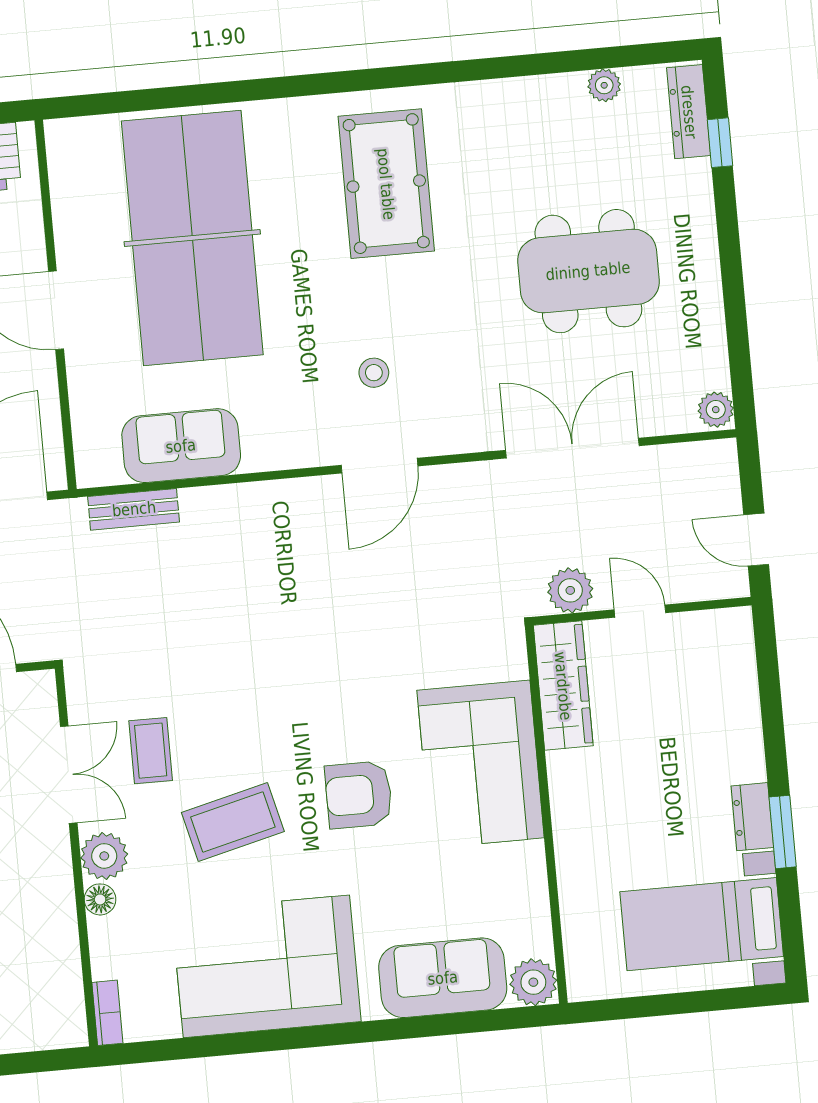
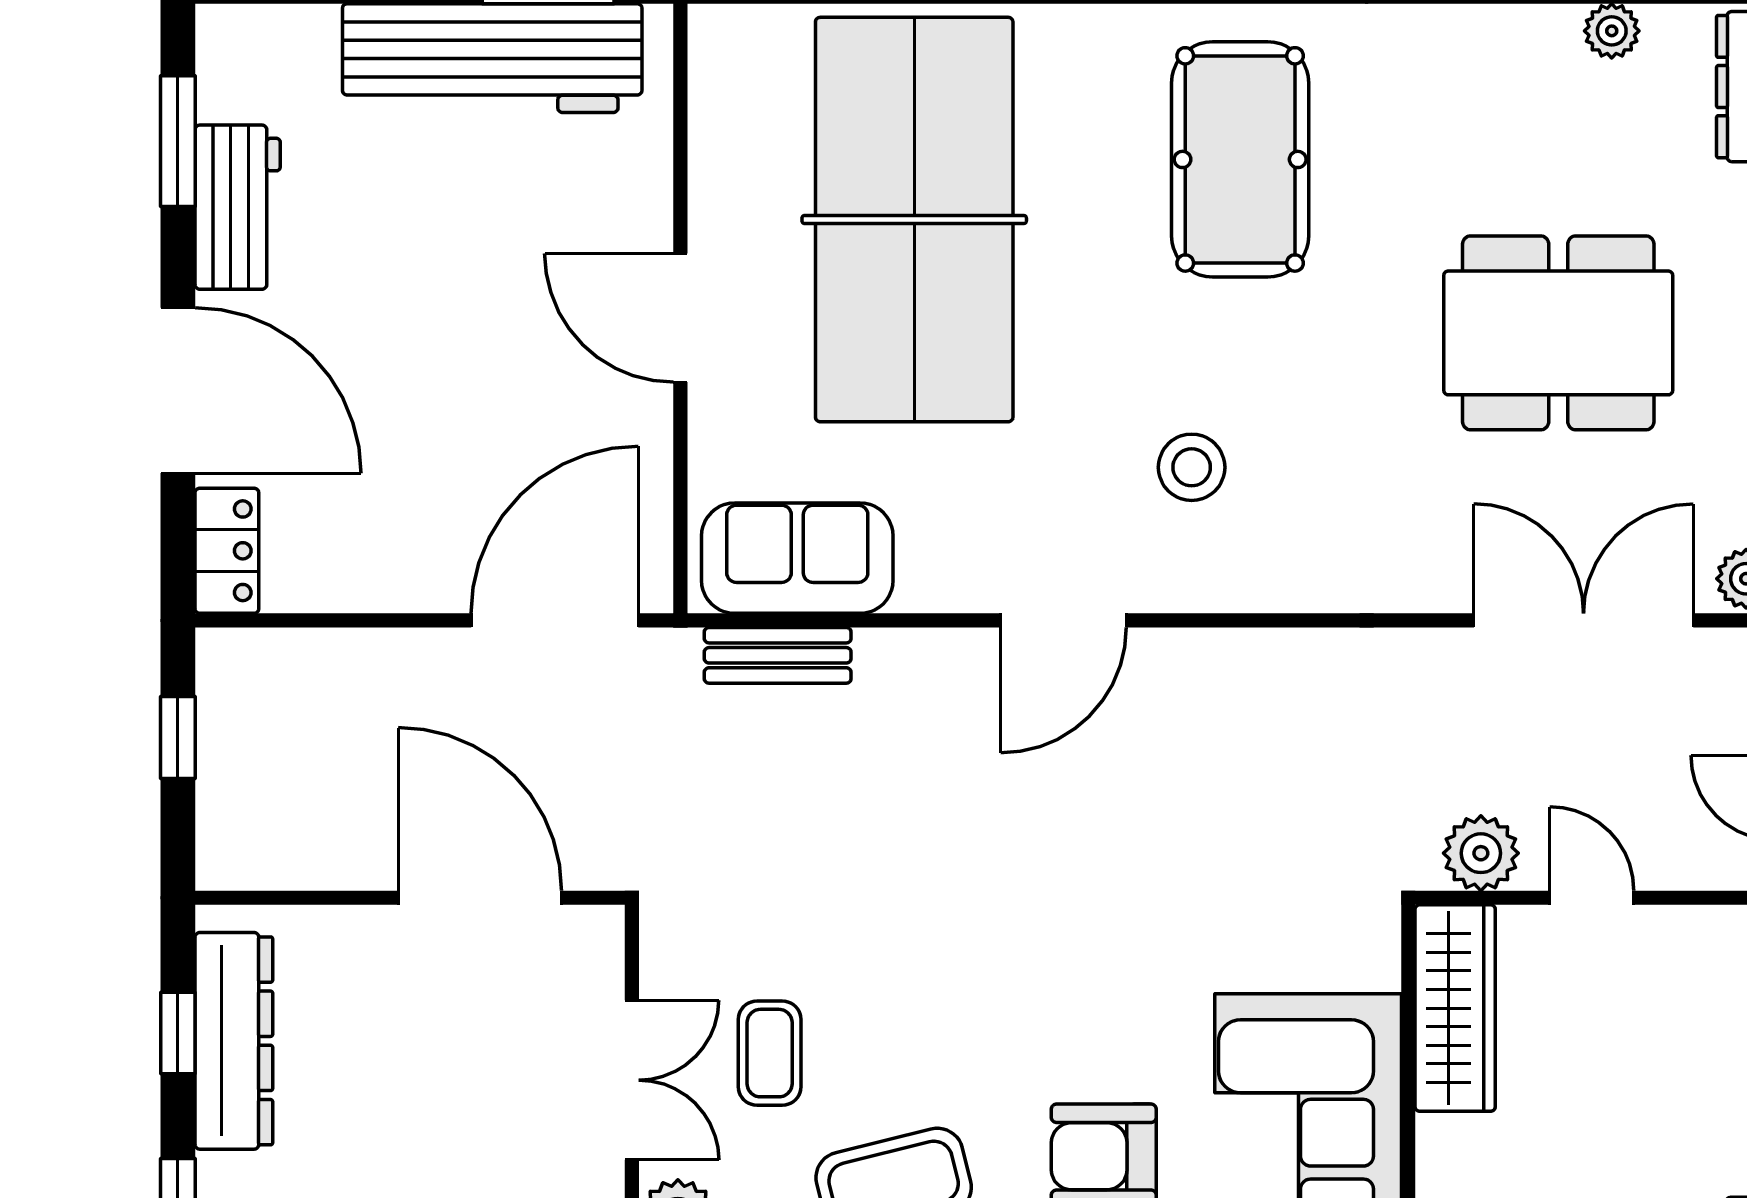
stool: (374, 373) -> (1192, 467), width x1.37, depth x1.37
sofa: (181, 446) -> (797, 558), moved
double door: (572, 448) -> (1584, 620), moved
door: (379, 466) -> (1063, 620), moved

